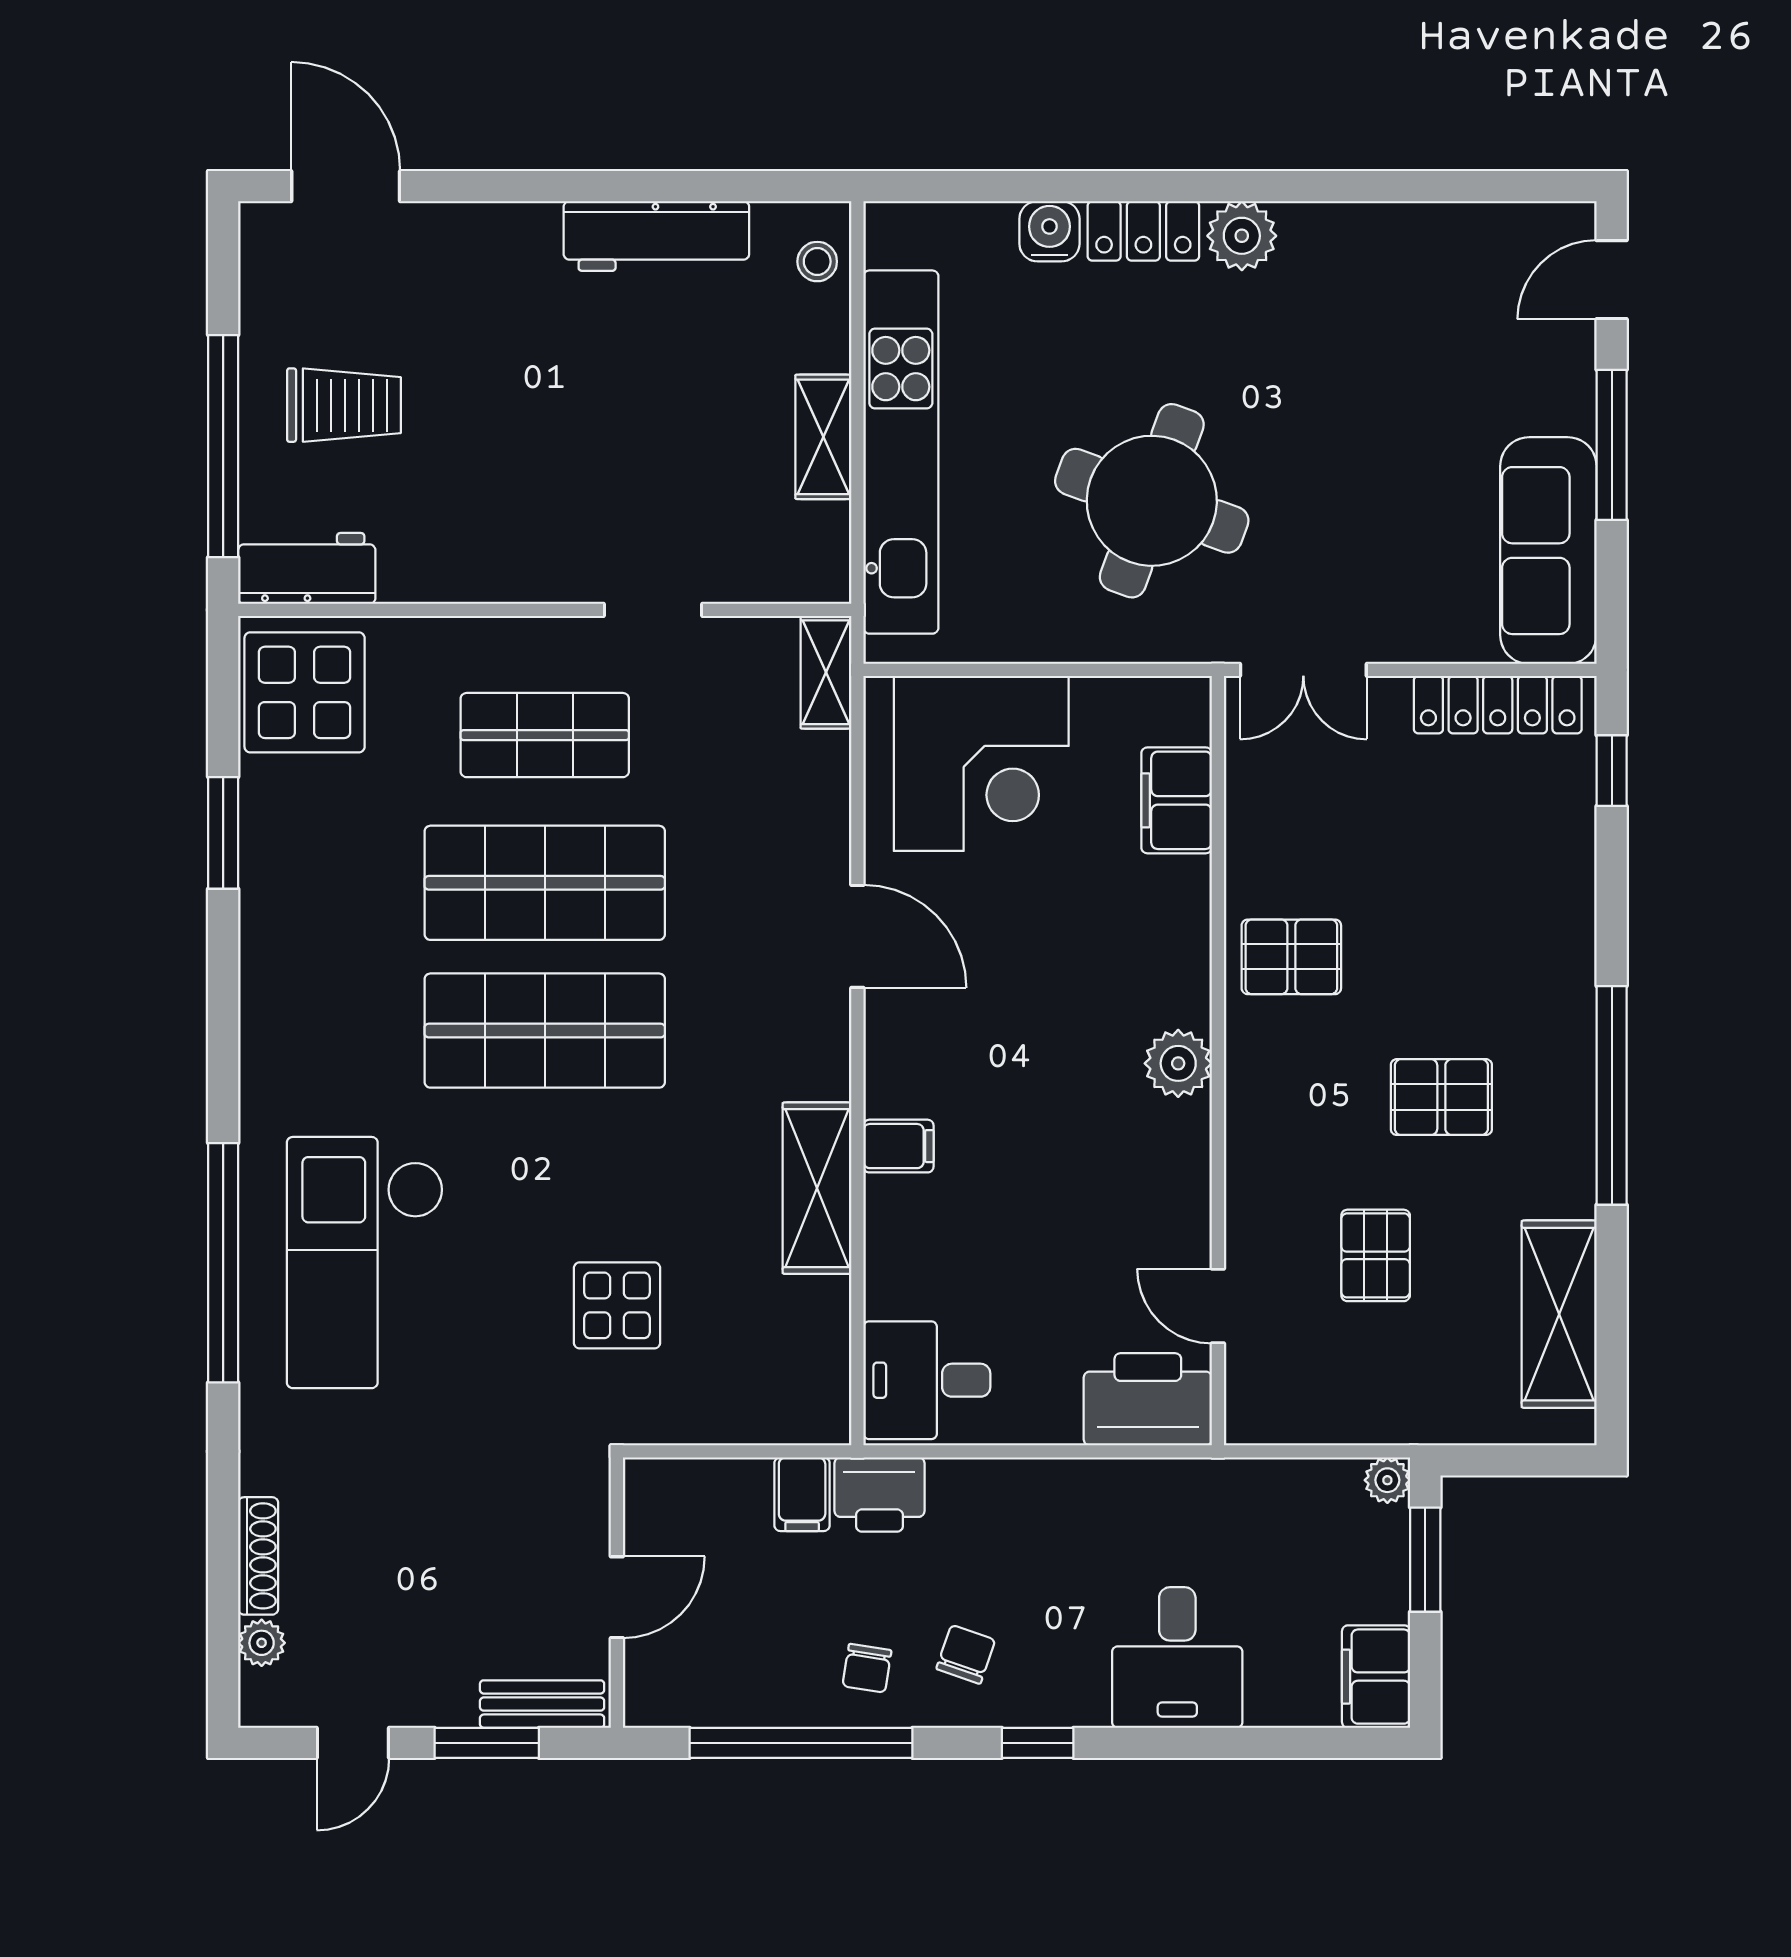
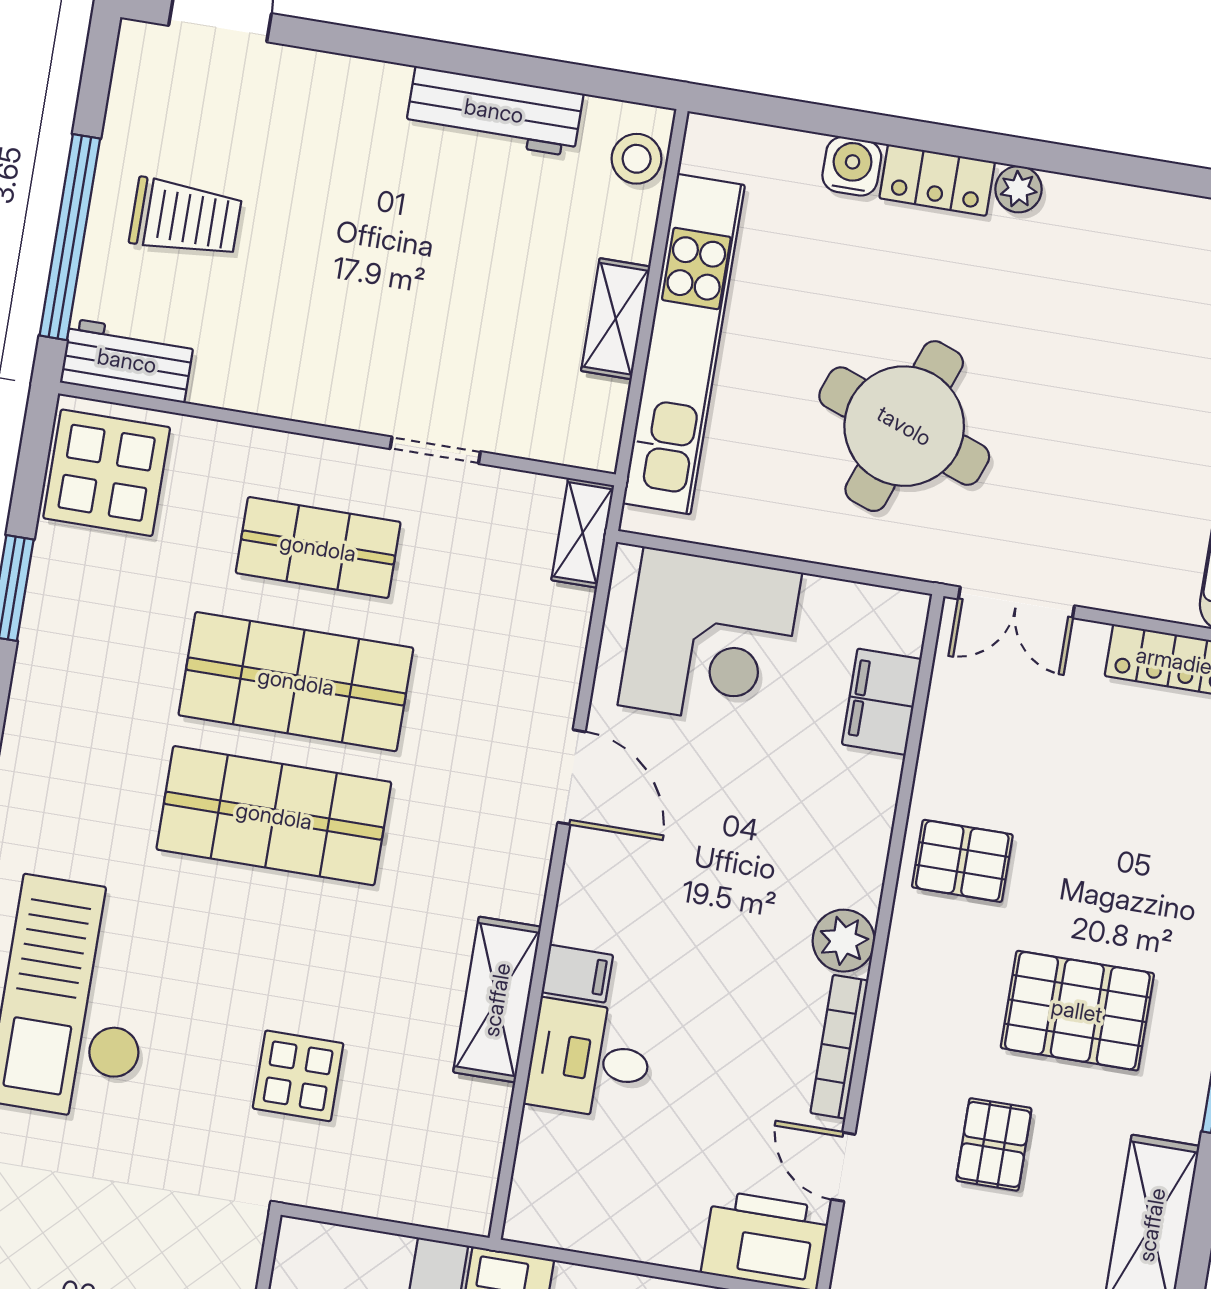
plant: (1242, 236) -> (1018, 189), width x0.73, depth x0.73
stool: (817, 262) -> (637, 159), width x1.37, depth x1.37
pallet: (1441, 1097) -> (1077, 1011), width x1.50, depth x1.42
bookcase: (1192, 1178) -> (839, 1047), added
desk: (927, 1380) -> (590, 1060), moved

